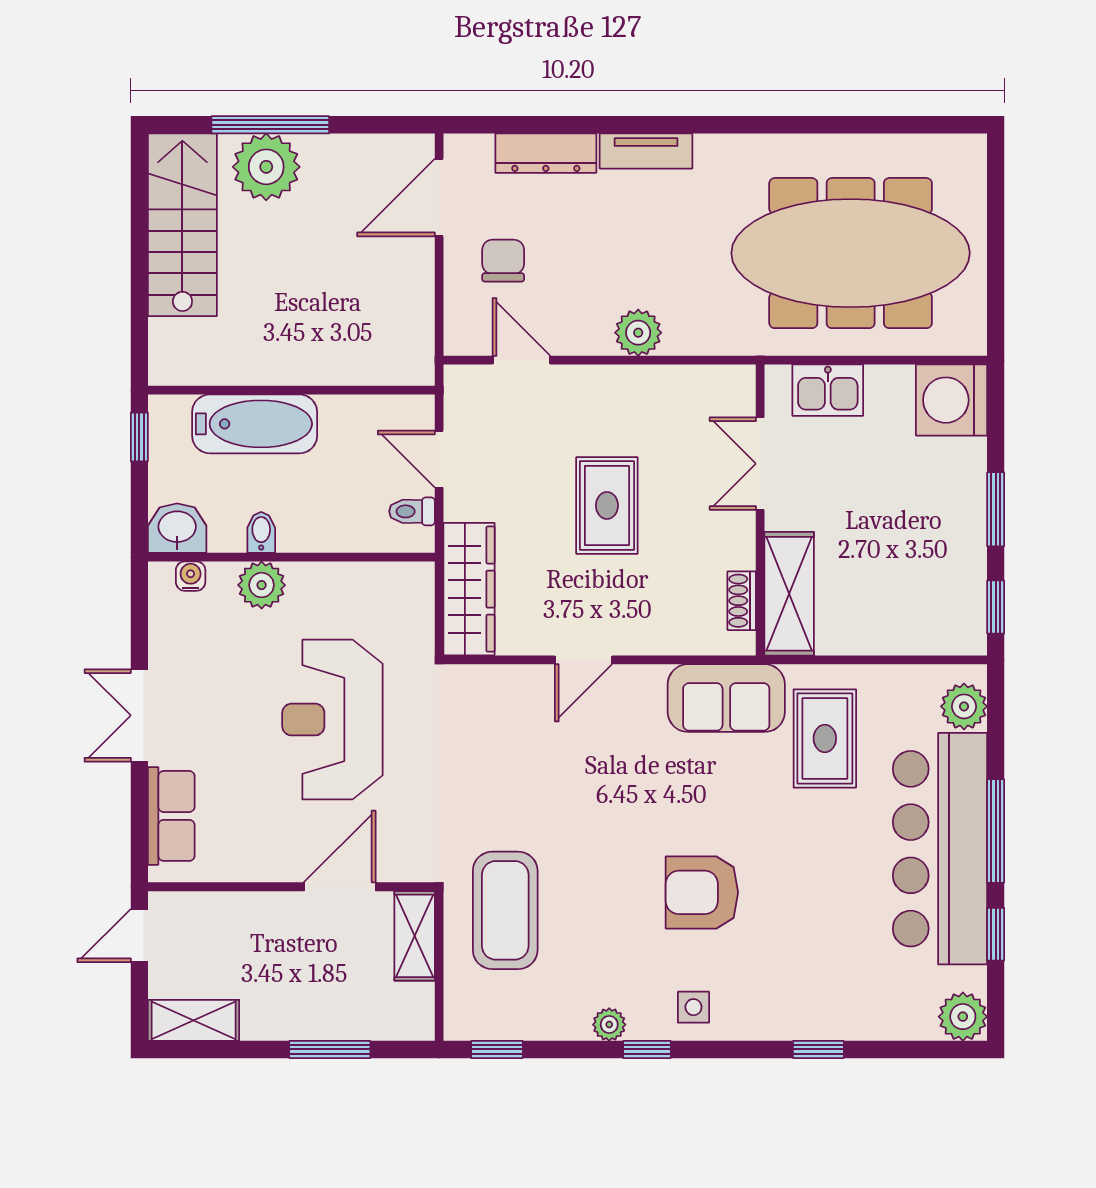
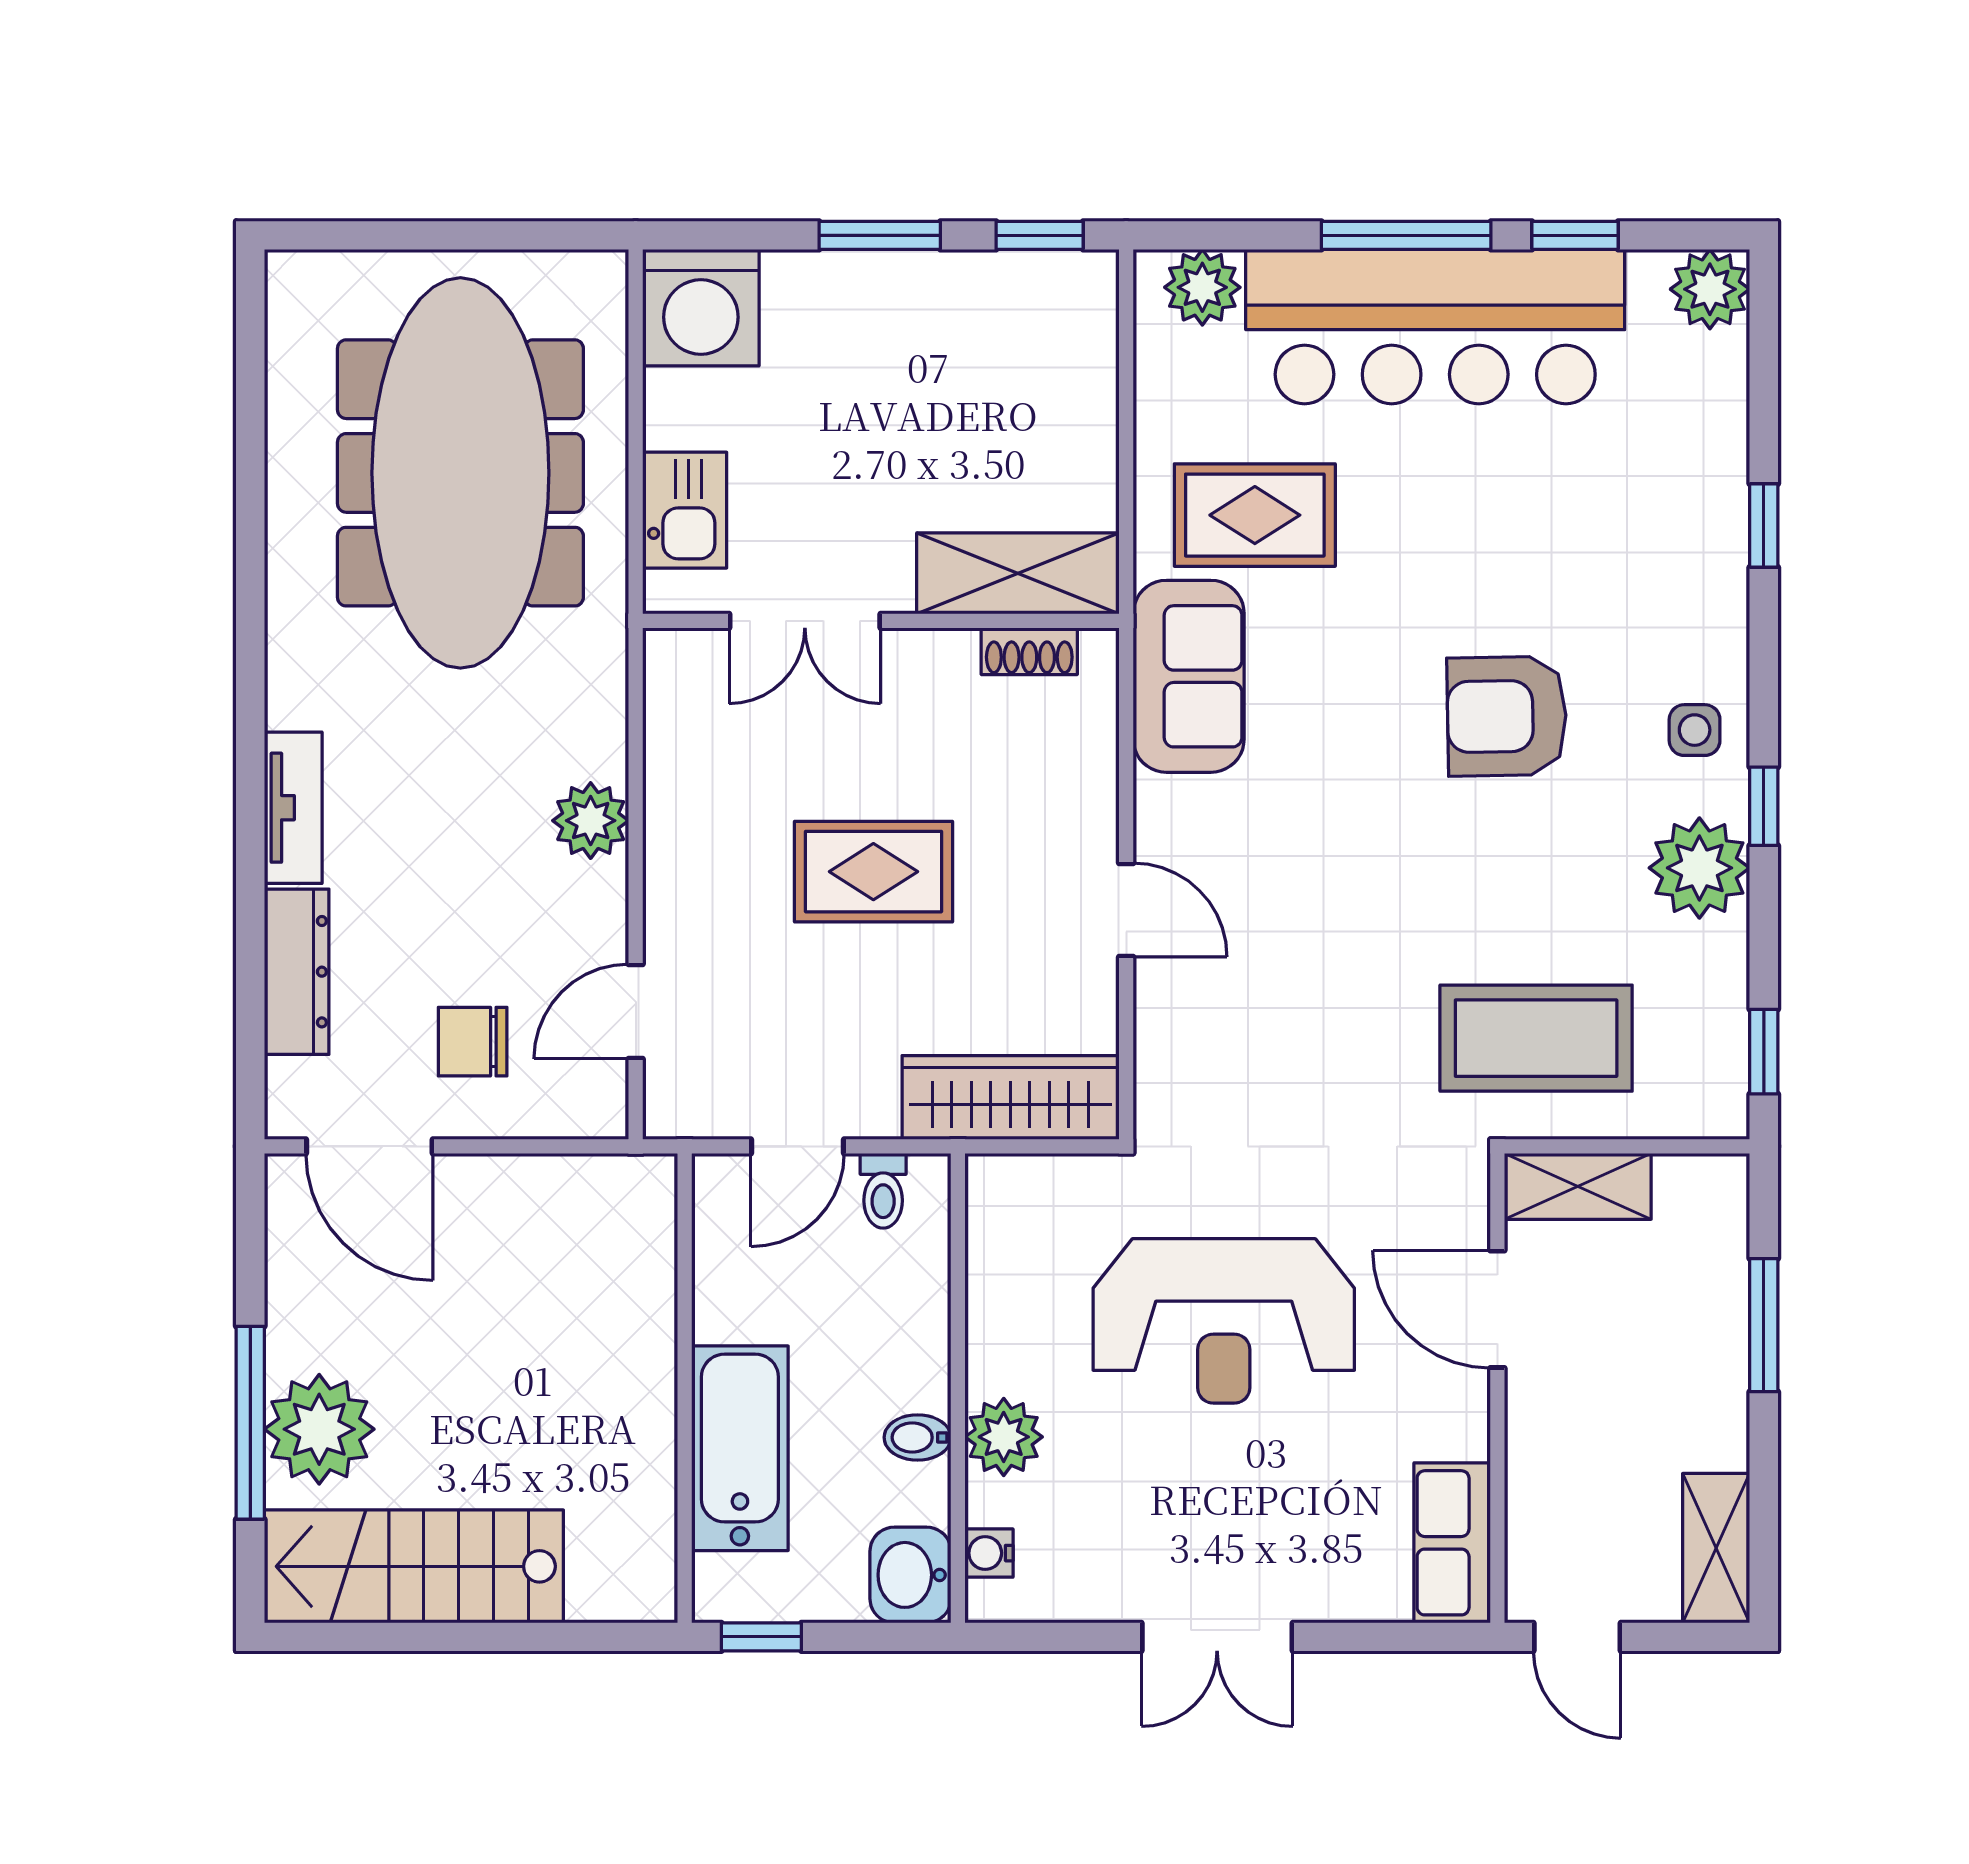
row of seats: (171, 816) -> (1452, 1543), moved, turned -90
armchair: (702, 892) -> (1507, 716), turned 89
plant: (609, 1025) -> (1699, 868), width x1.87, depth x1.87

